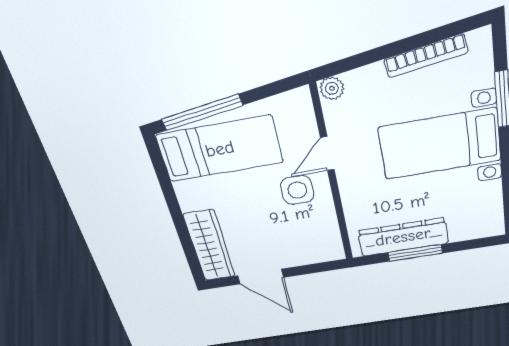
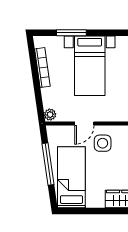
window: (202, 112) -> (48, 164), moved
door: (327, 154) -> (84, 123), hinge flipped

